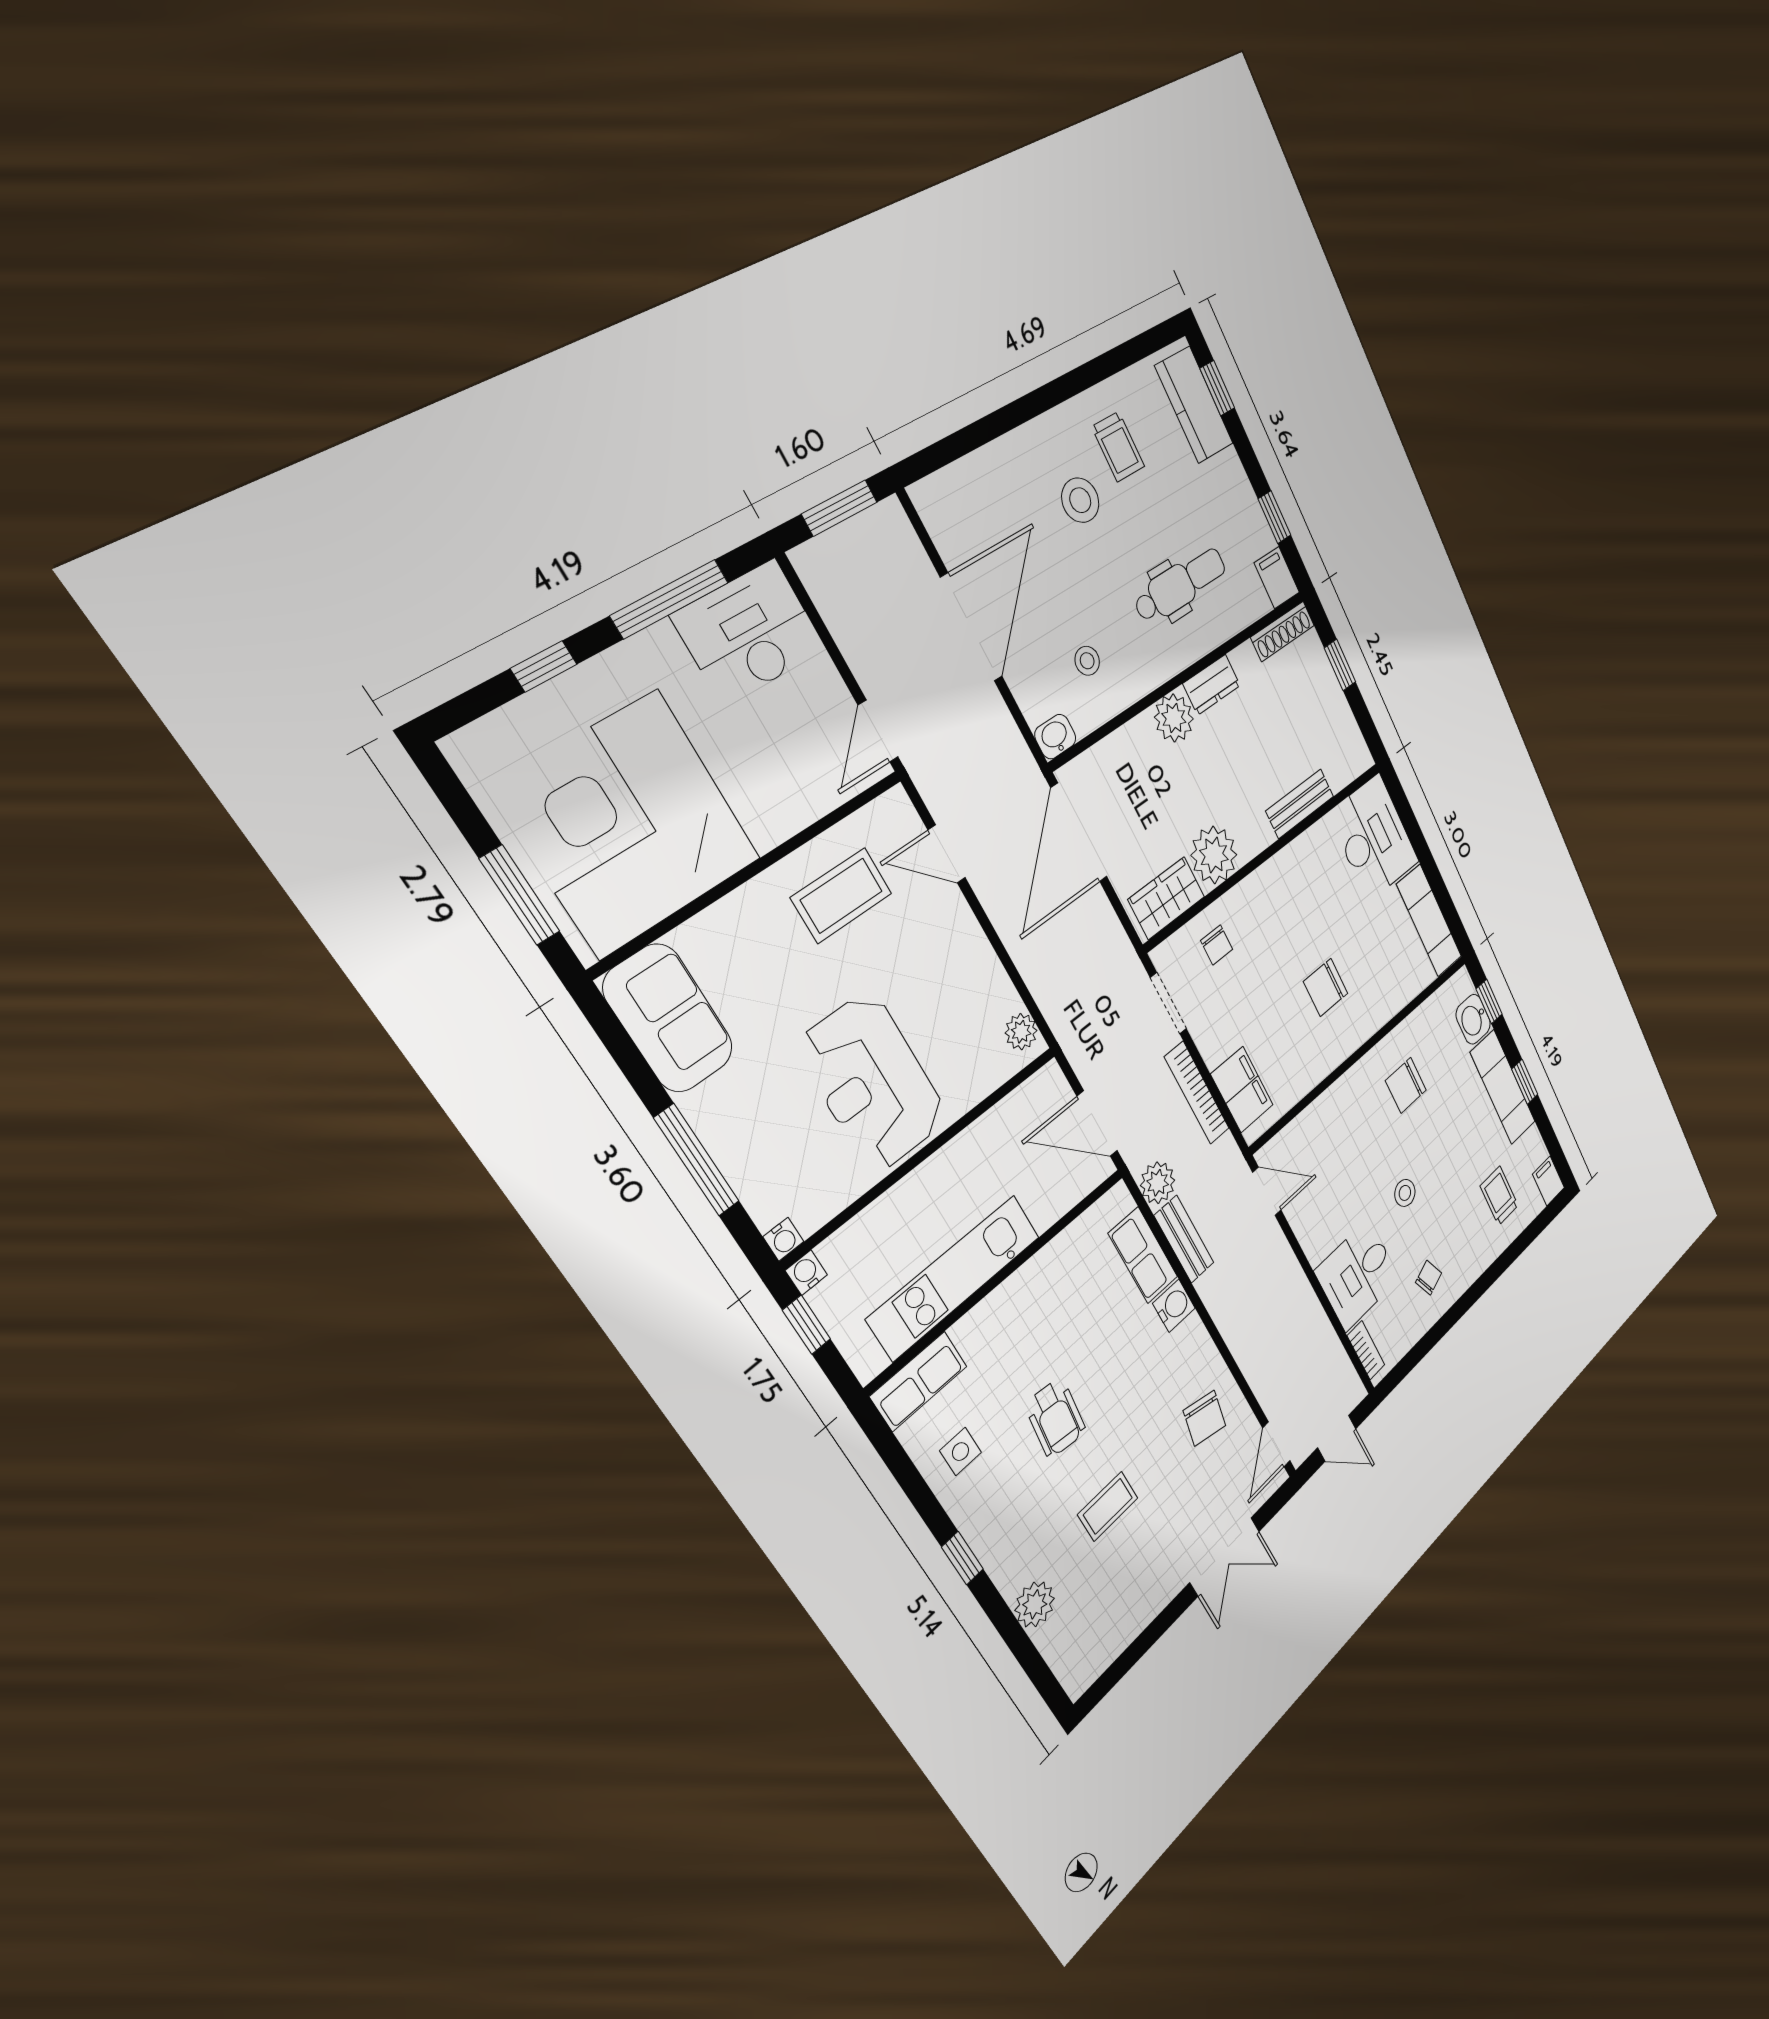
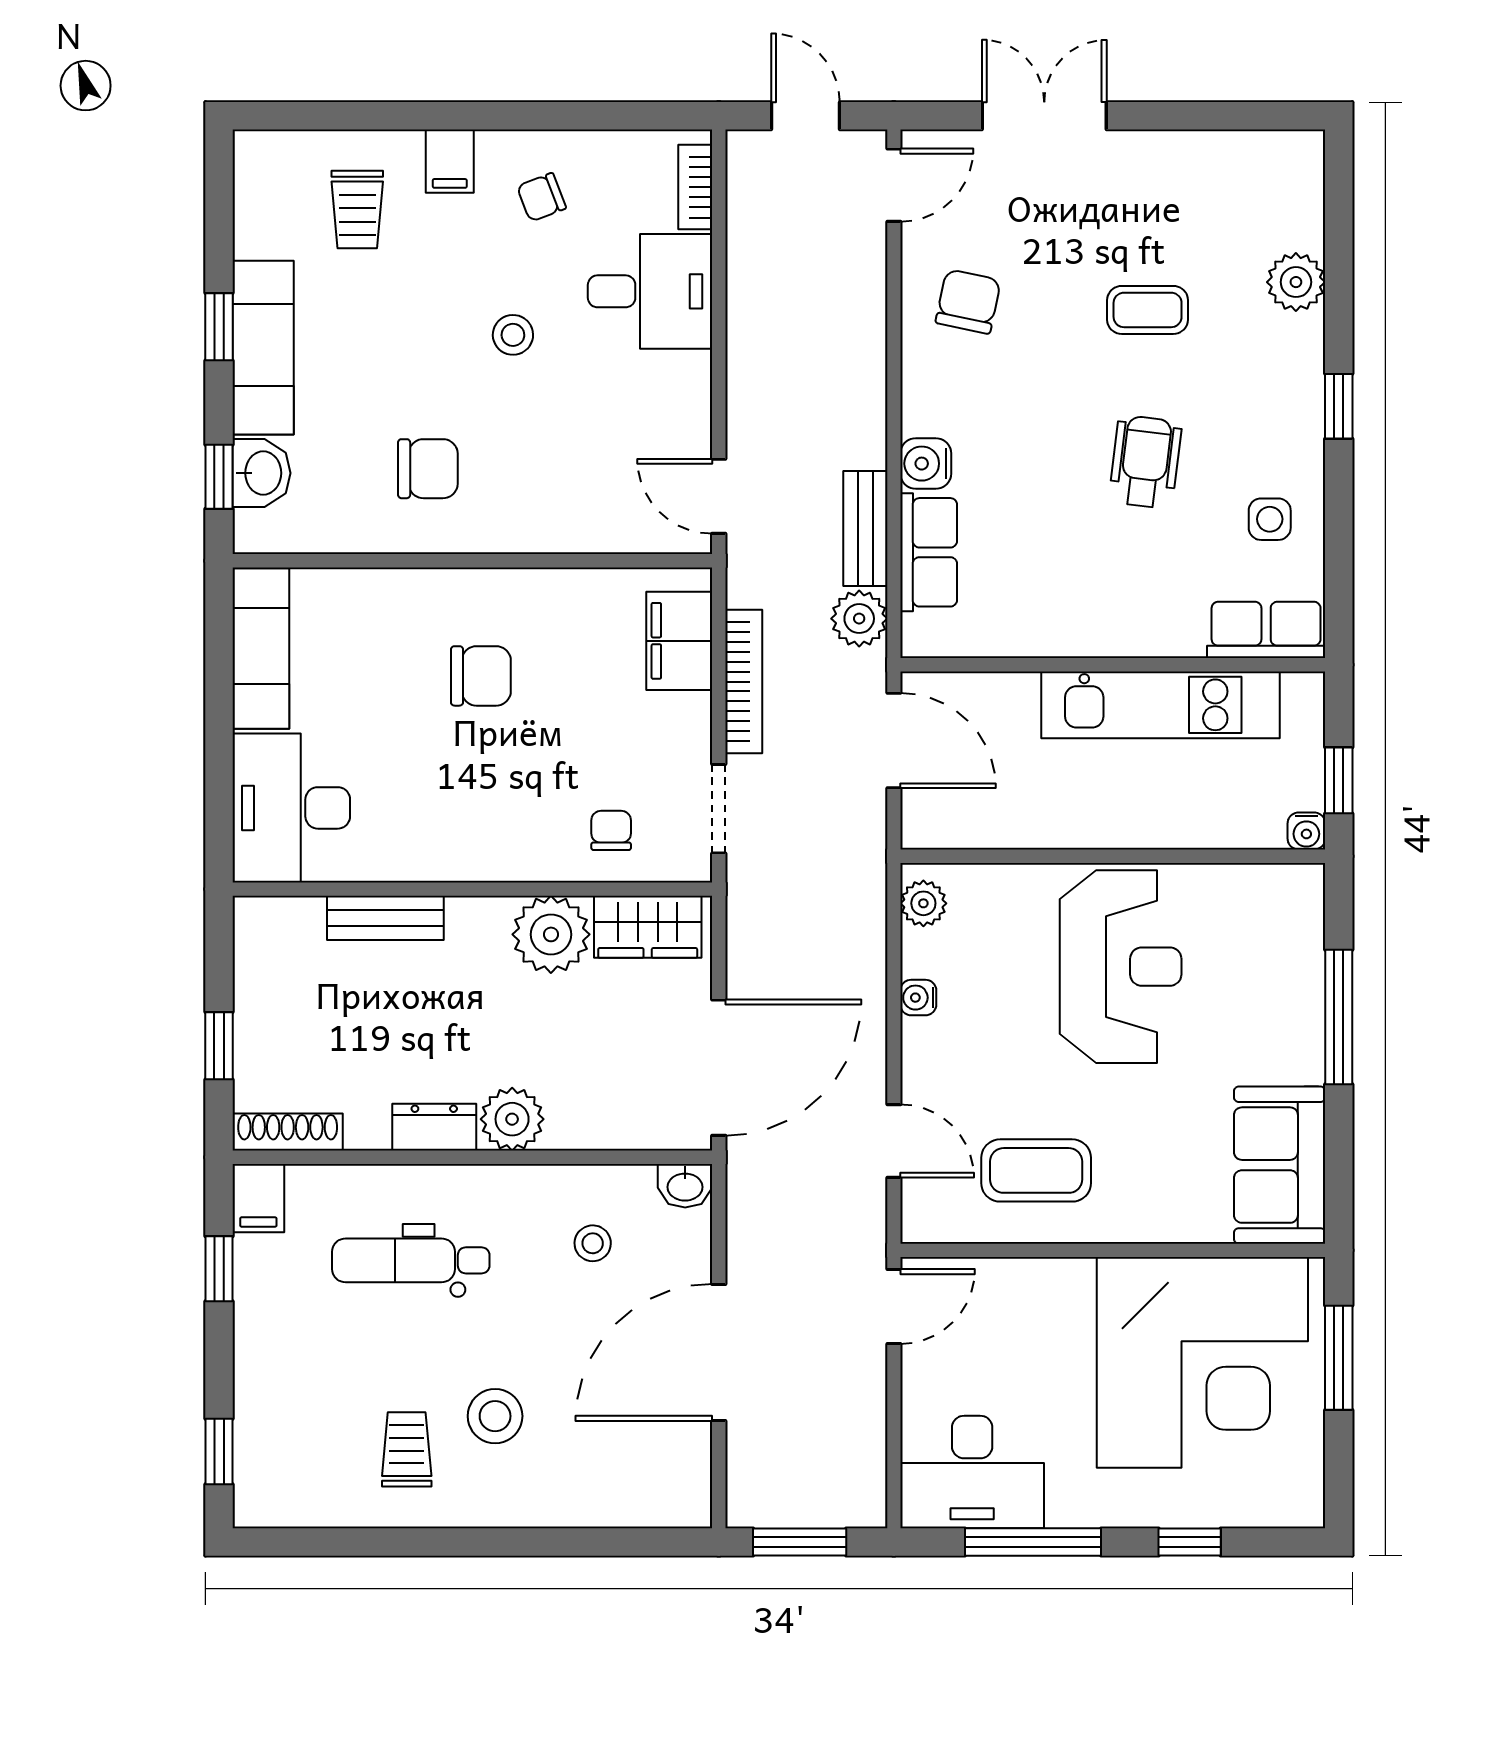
kitchen counter: (1194, 405) -> (266, 1448), removed
filing cabinet: (1549, 1181) -> (450, 161), moved
water cooler: (783, 1239) -> (918, 998), moved, turned -90

